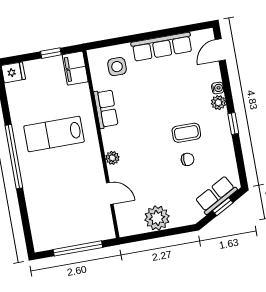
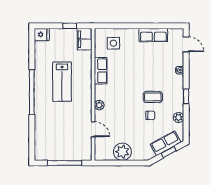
row of seats: (162, 47) -> (153, 35), width x0.68
door: (220, 50) -> (186, 44), swing flipped
plant: (218, 103) -> (178, 117), moved
lab bench: (54, 134) -> (62, 82), turned -90

